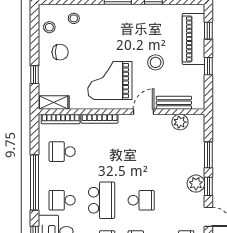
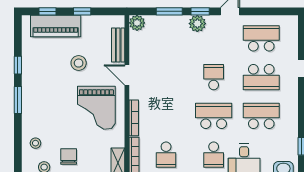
plant: (180, 122) -> (137, 23), moved

